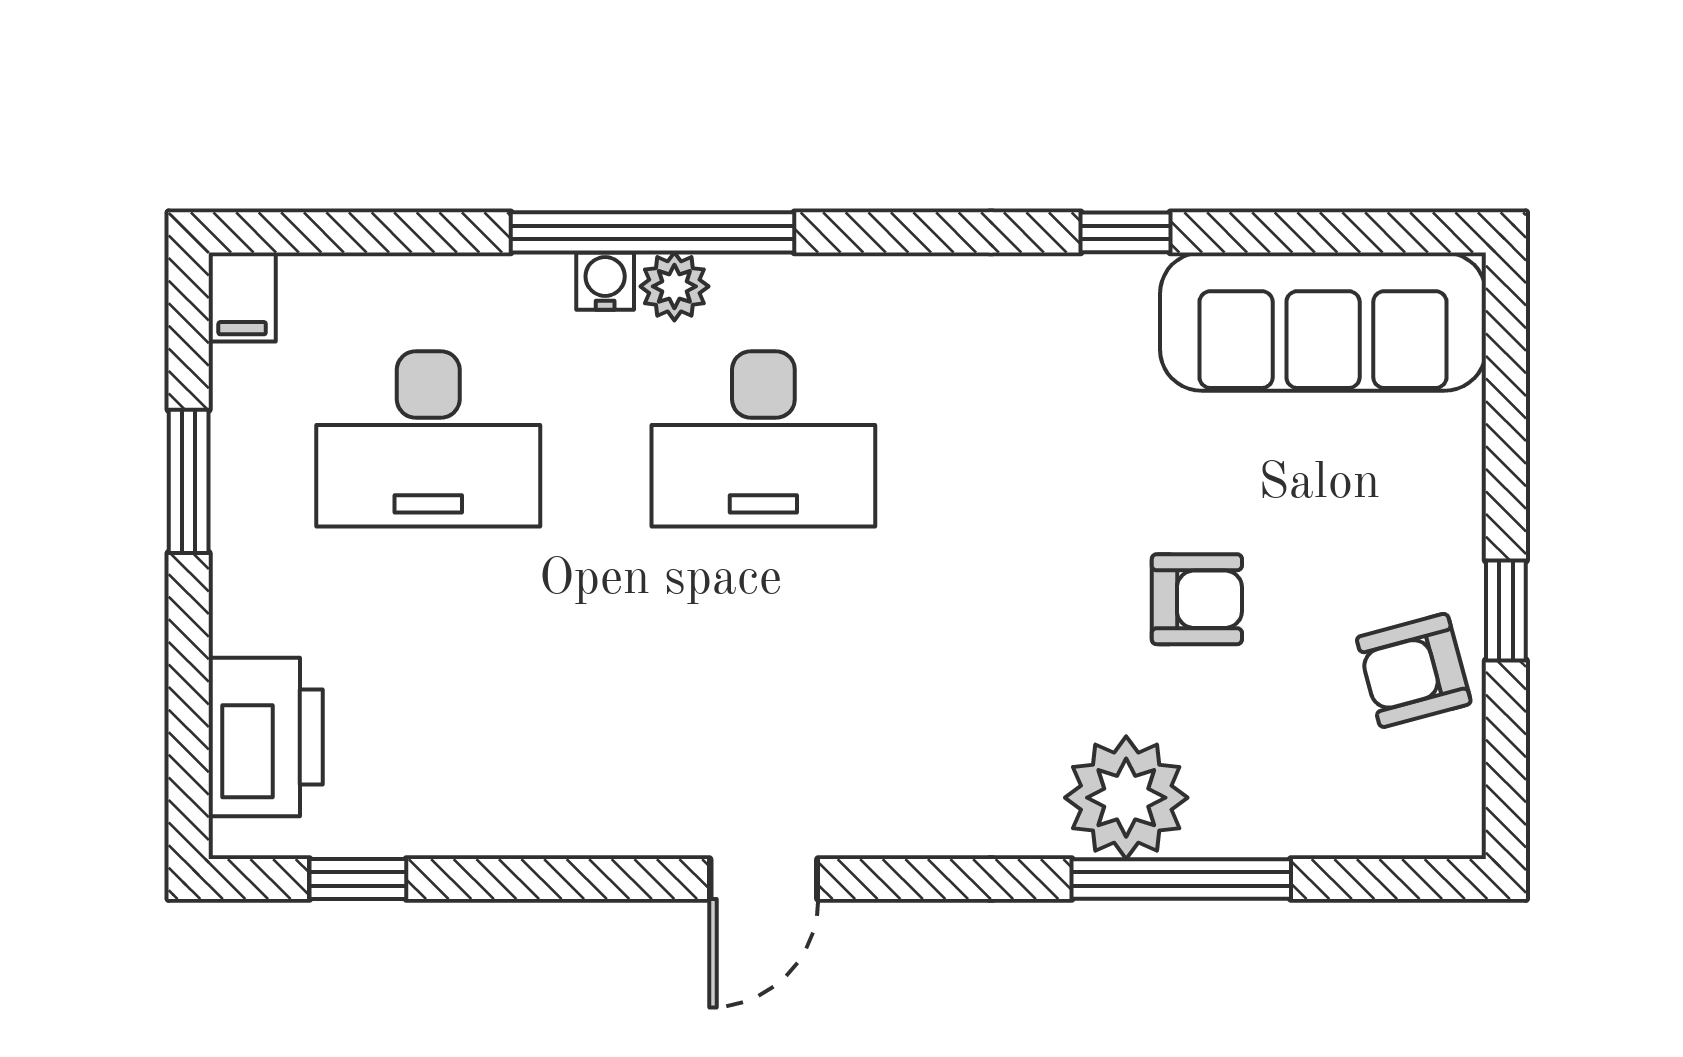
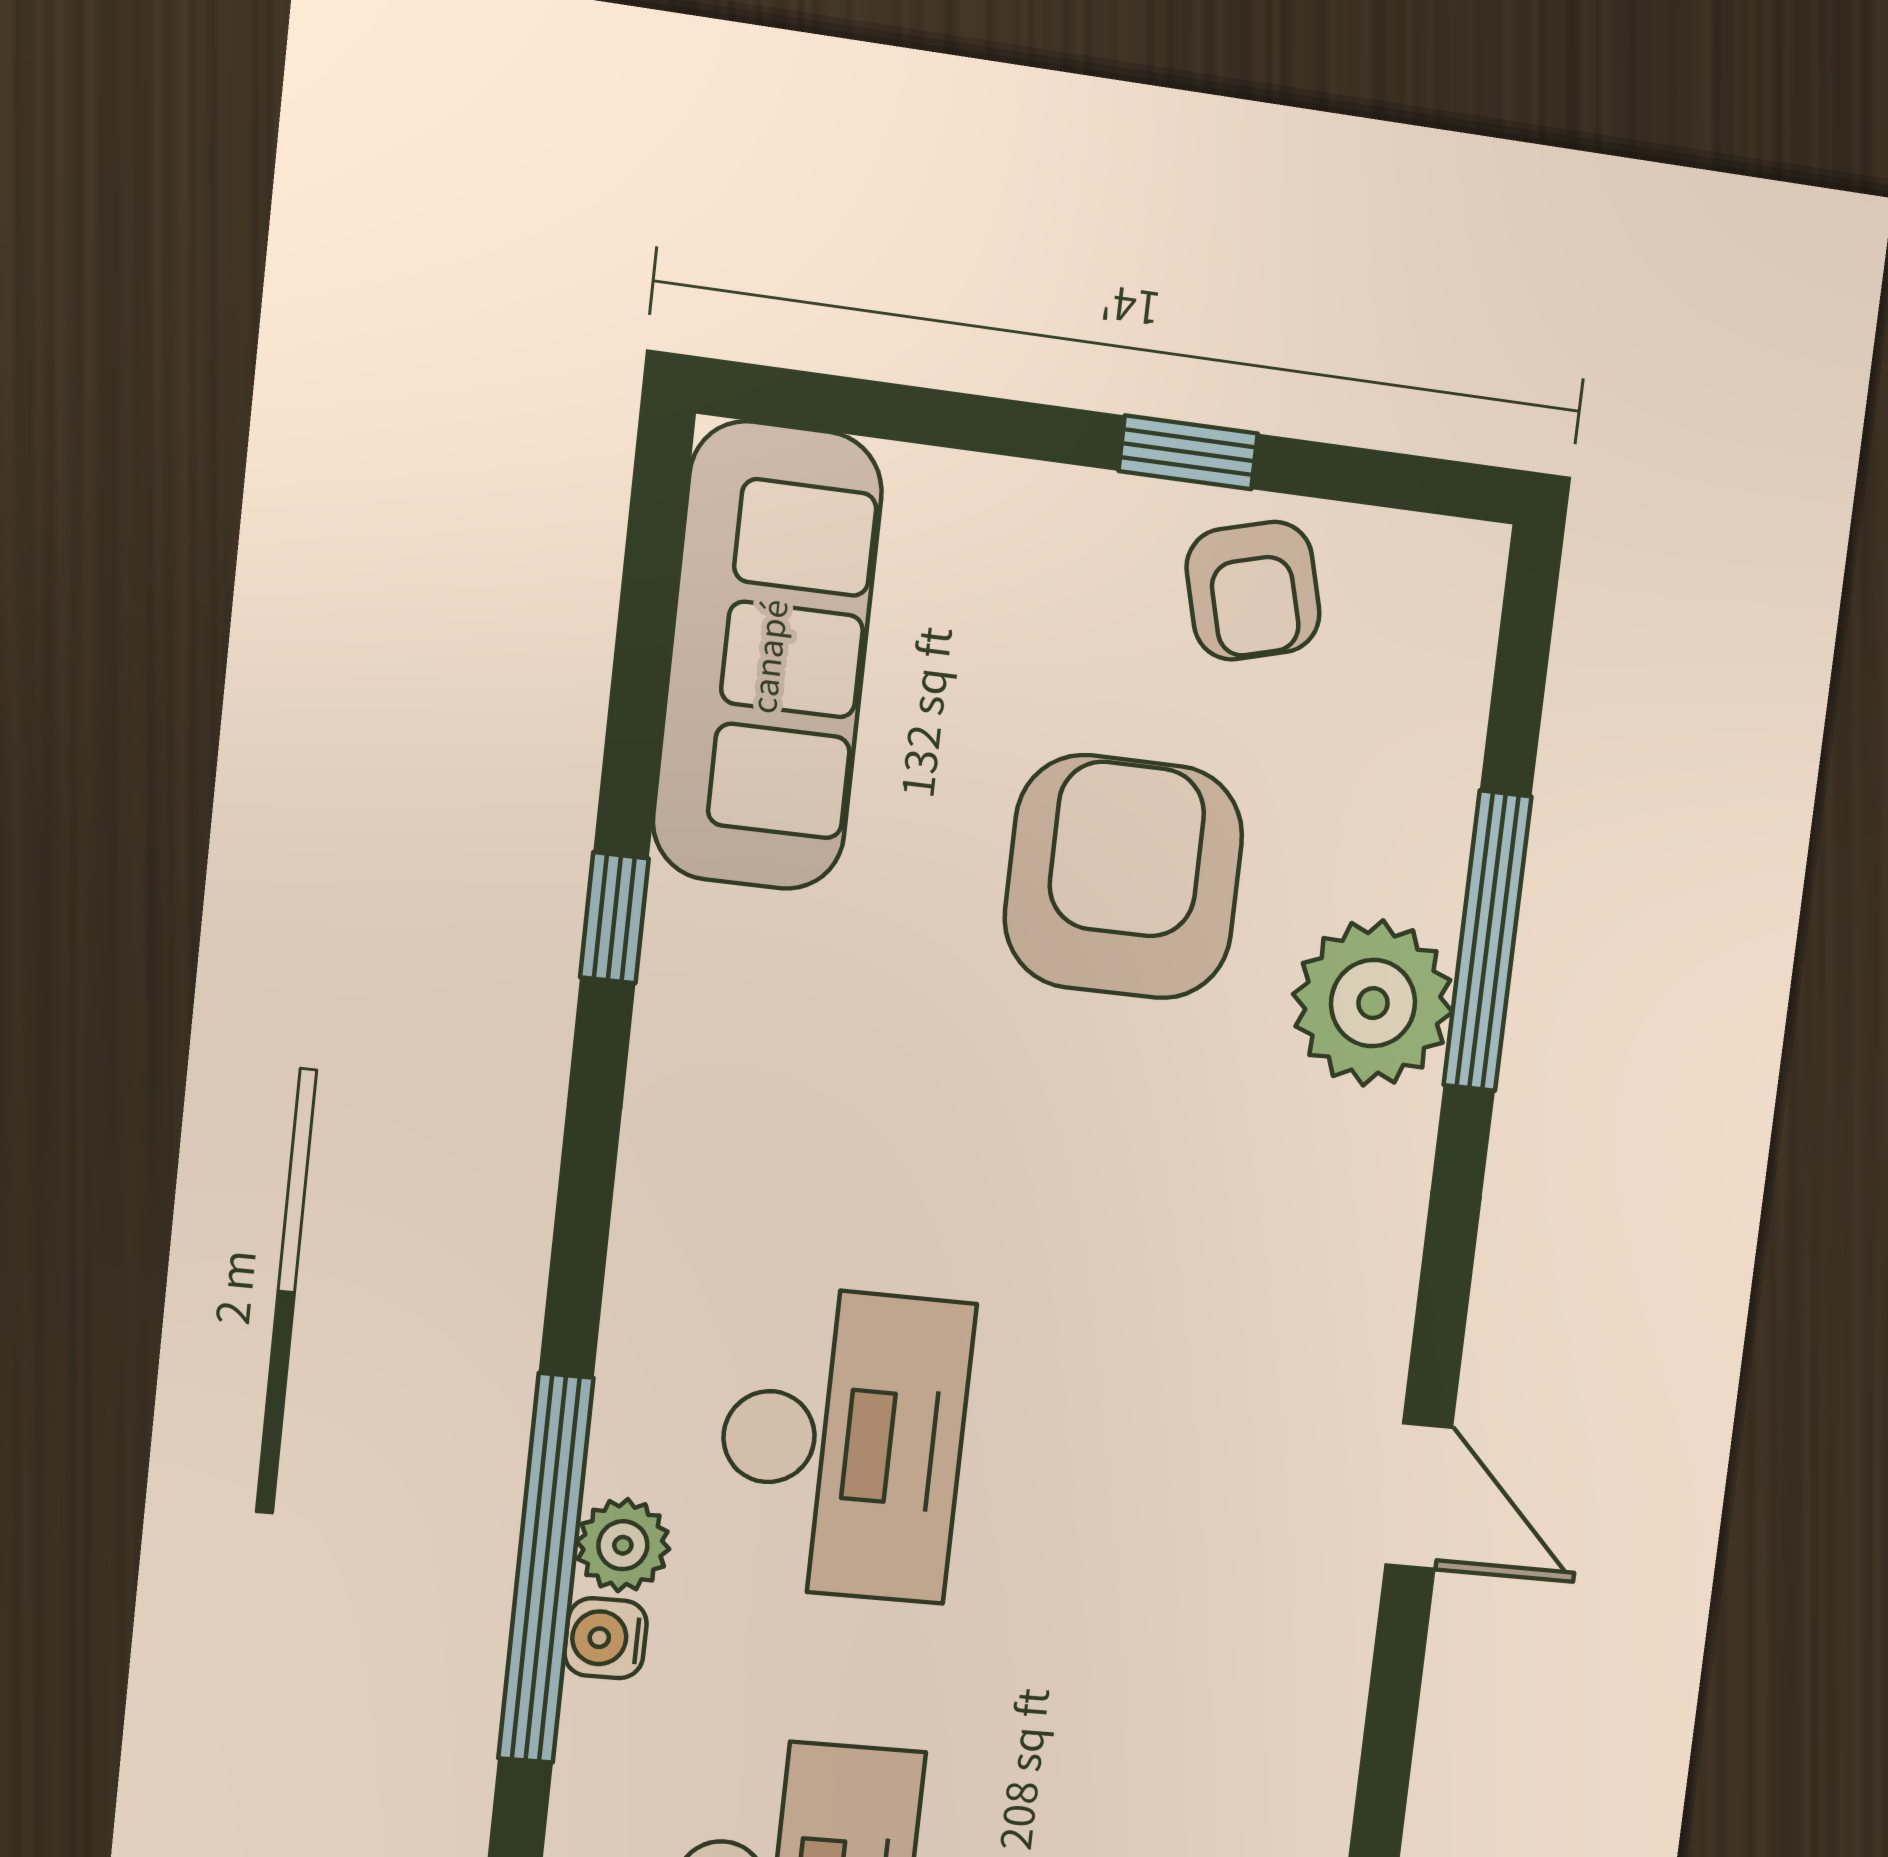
armchair: (1197, 599) -> (1124, 877), width x1.88, depth x1.88

